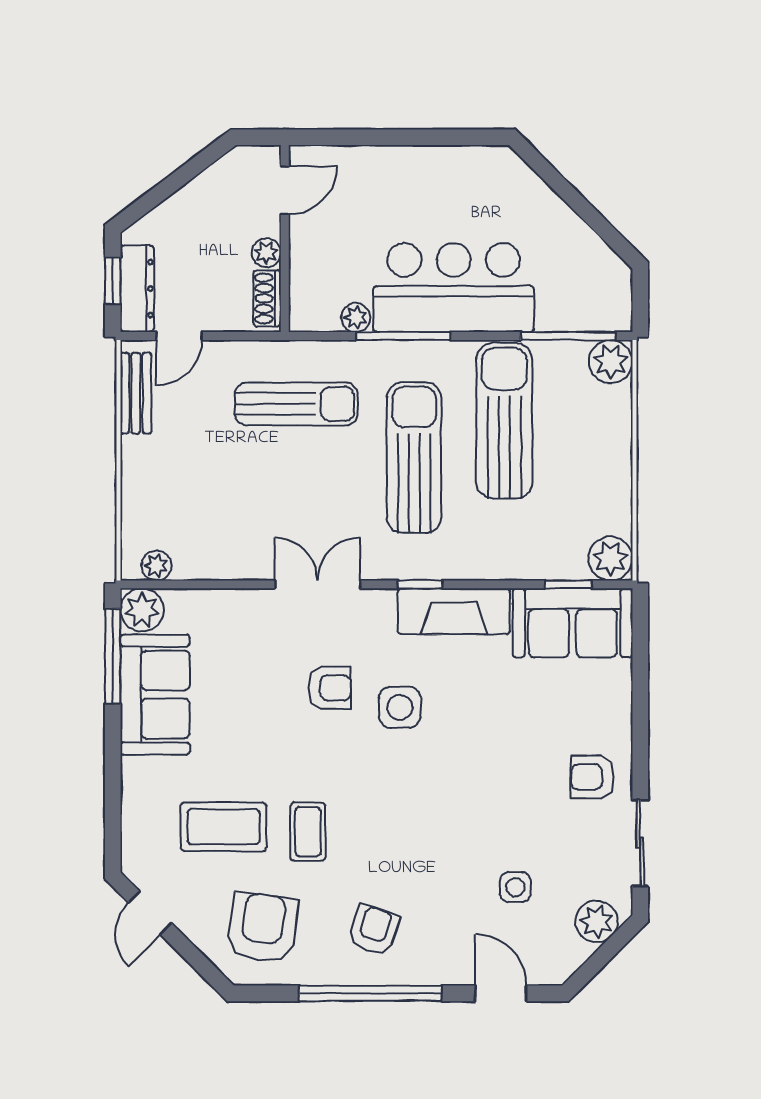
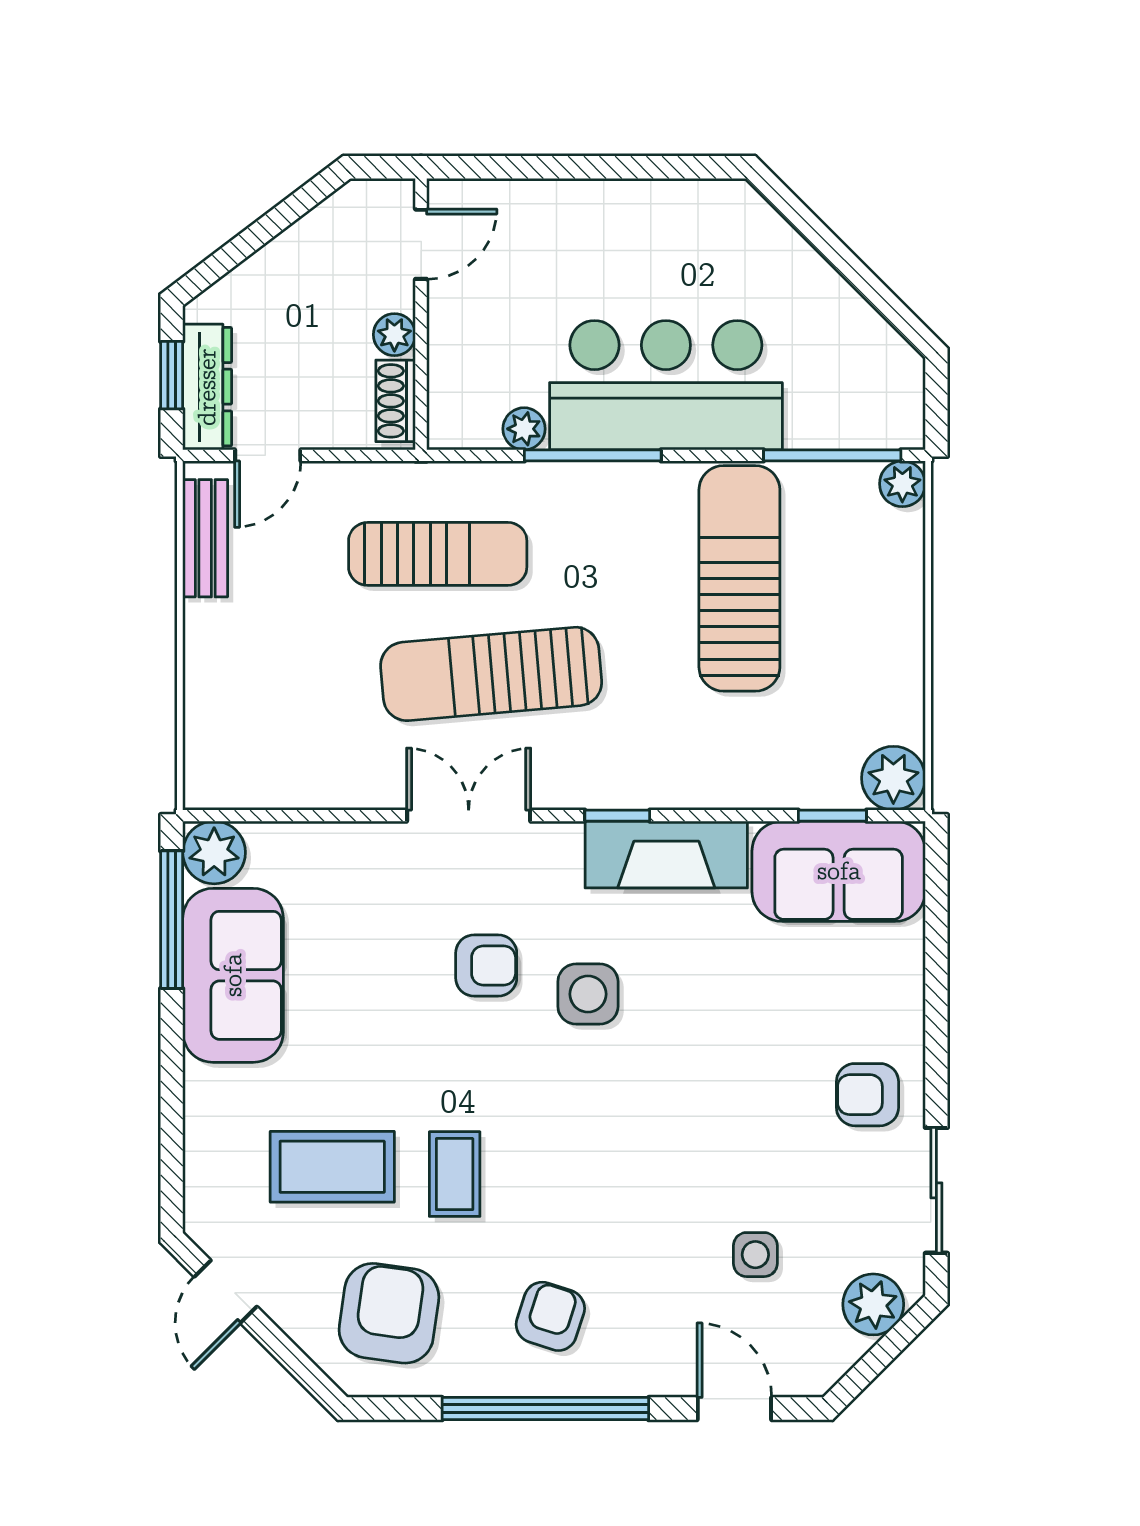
plant: (611, 362) -> (902, 484), width x0.73, depth x0.73
sun lounger: (414, 458) -> (491, 674), moved, turned -95
plant: (156, 566) -> (235, 788), removed

